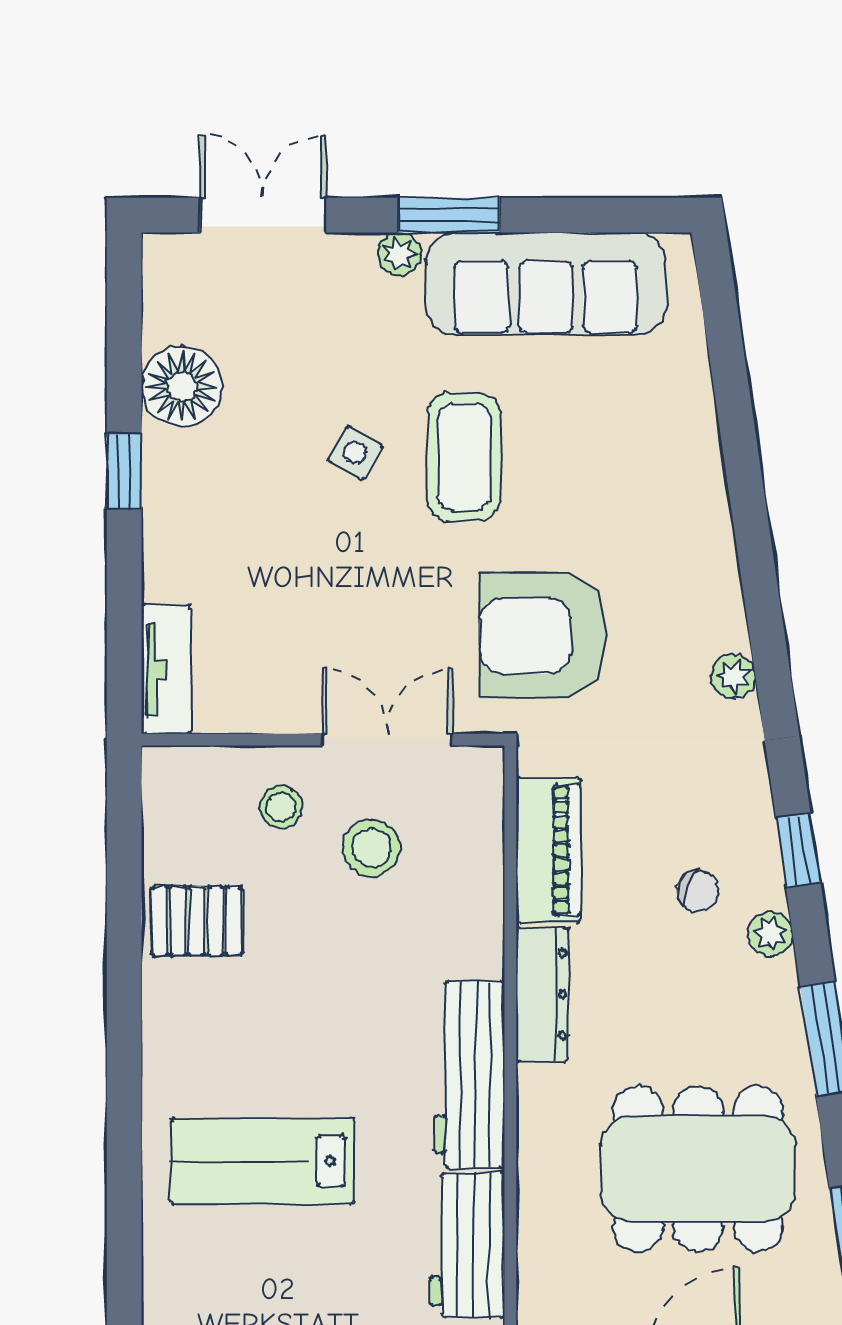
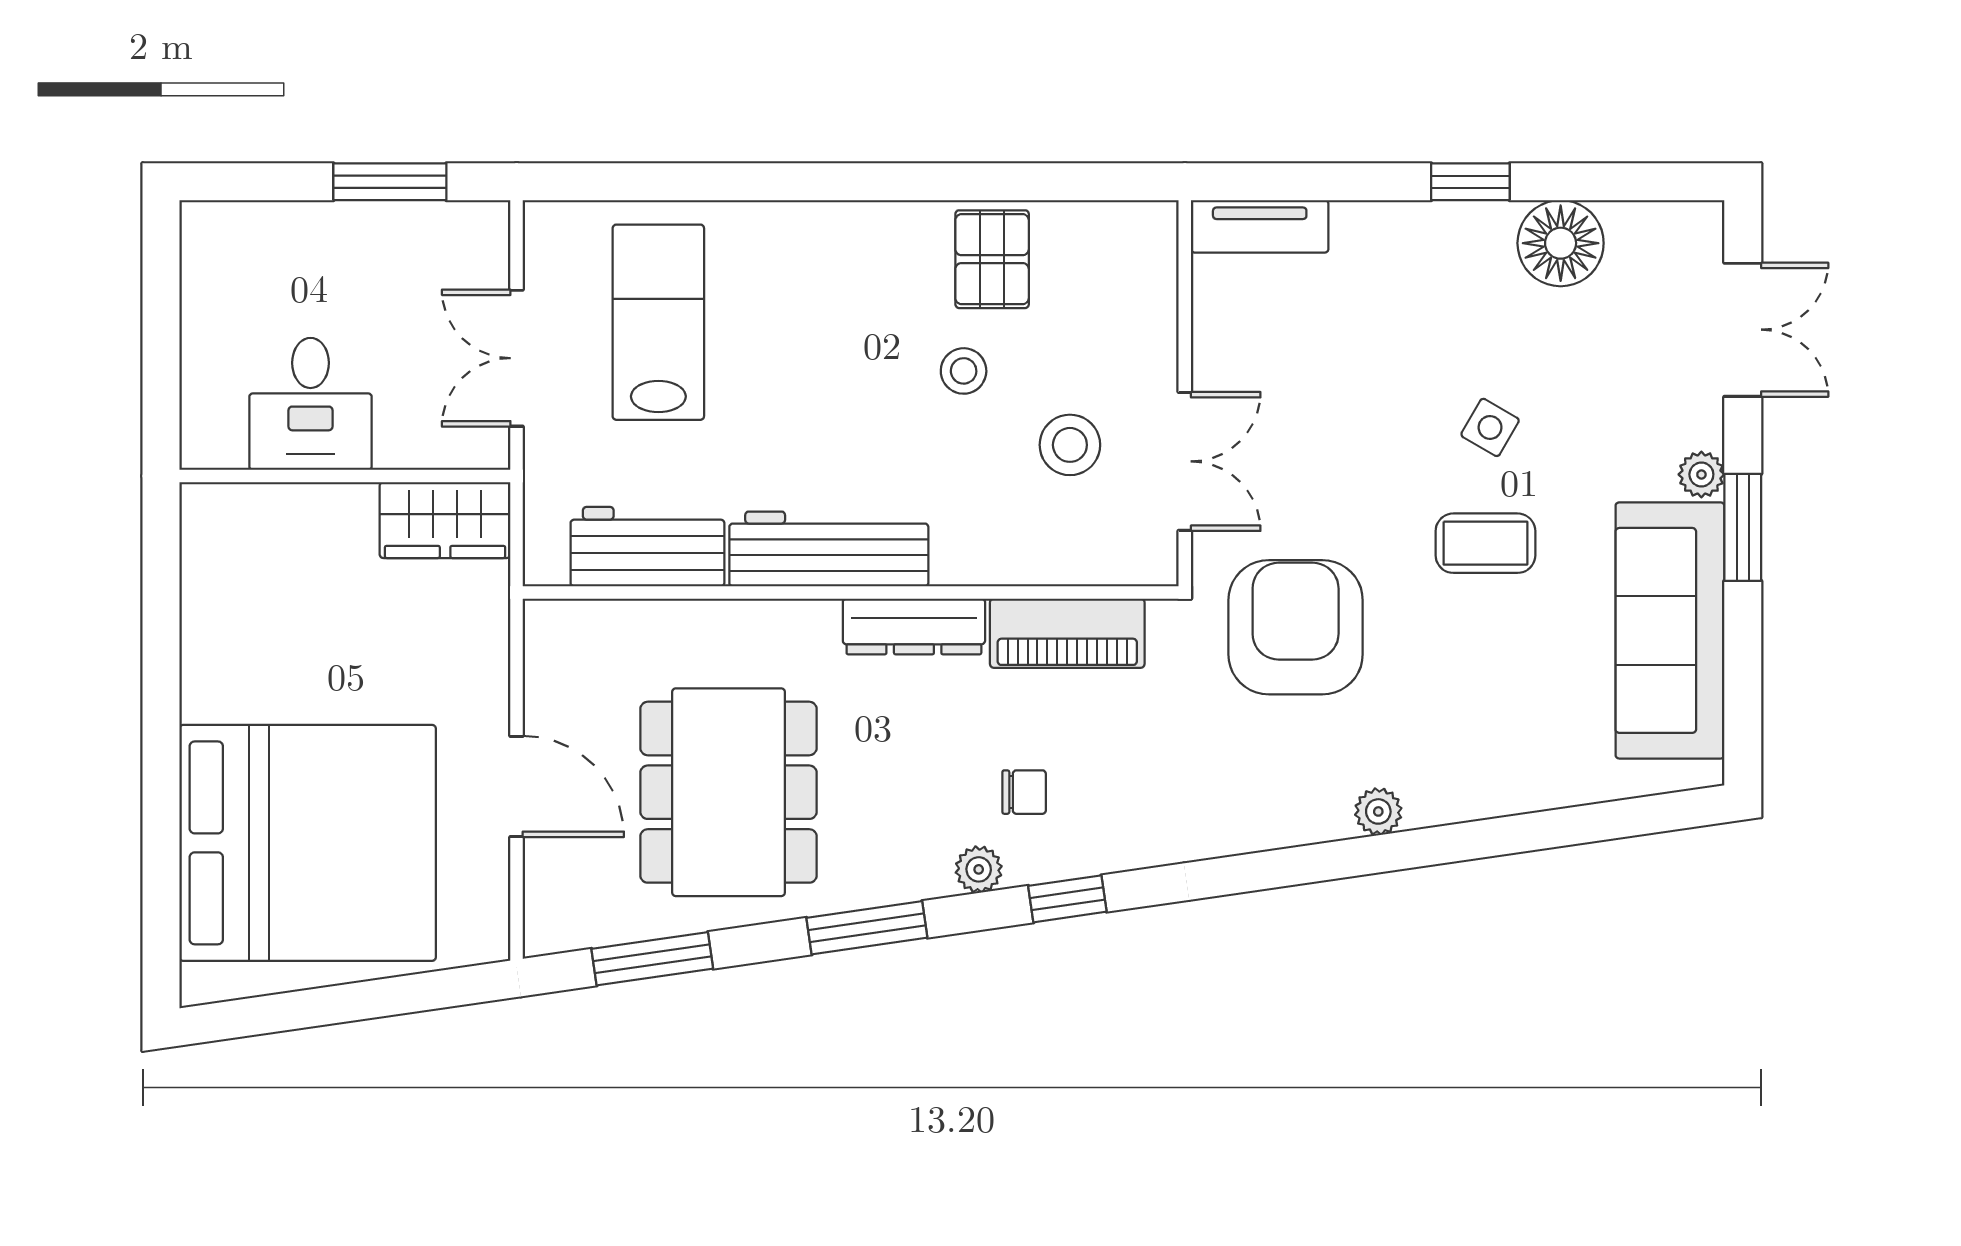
coffee table: (464, 457) -> (1485, 543), width x0.73, depth x0.77
plant: (733, 676) -> (1378, 811), moved
stool: (281, 807) -> (964, 371), moved
chair: (698, 891) -> (1024, 792), turned -111
lab bench: (262, 1161) -> (658, 322), moved

